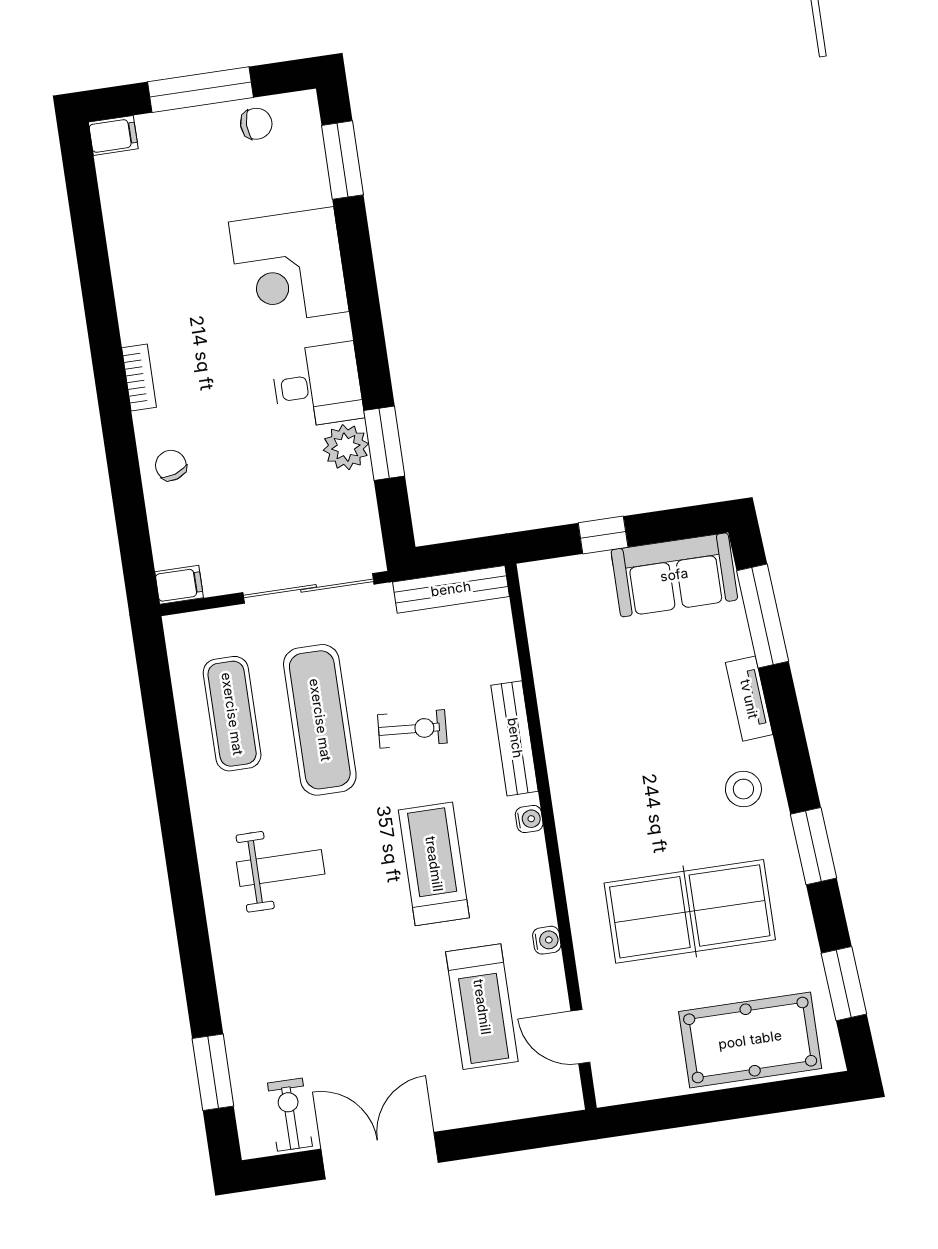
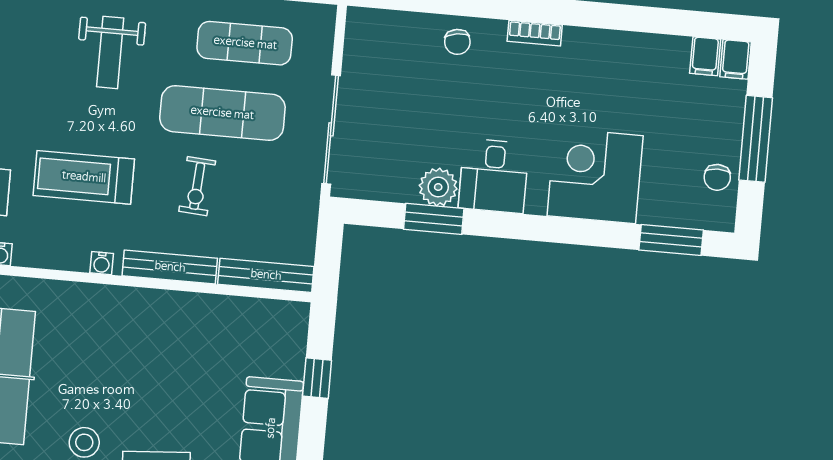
chair: (171, 465) -> (457, 42), turned 99
filing cabinet: (179, 585) -> (705, 56), moved
bench: (451, 589) -> (266, 275), moved, turned 90
treadmill: (434, 864) -> (84, 177), turned 180

